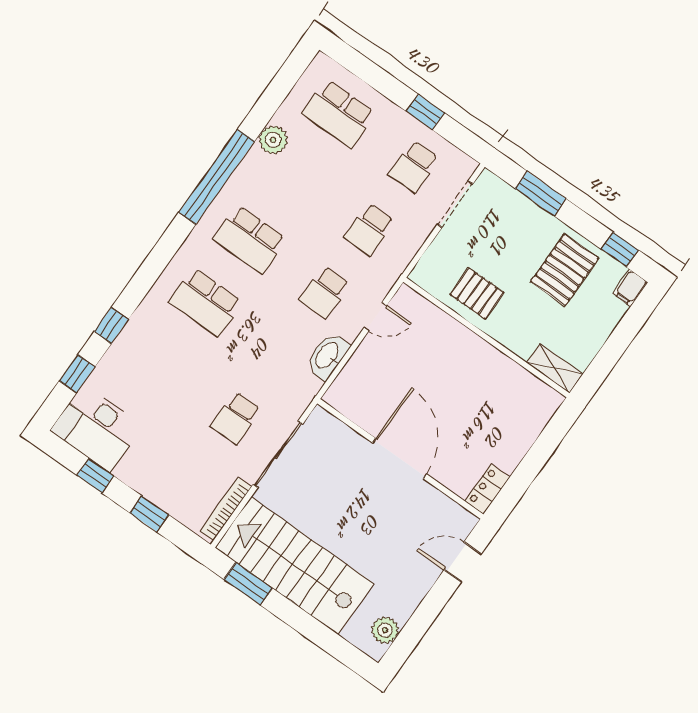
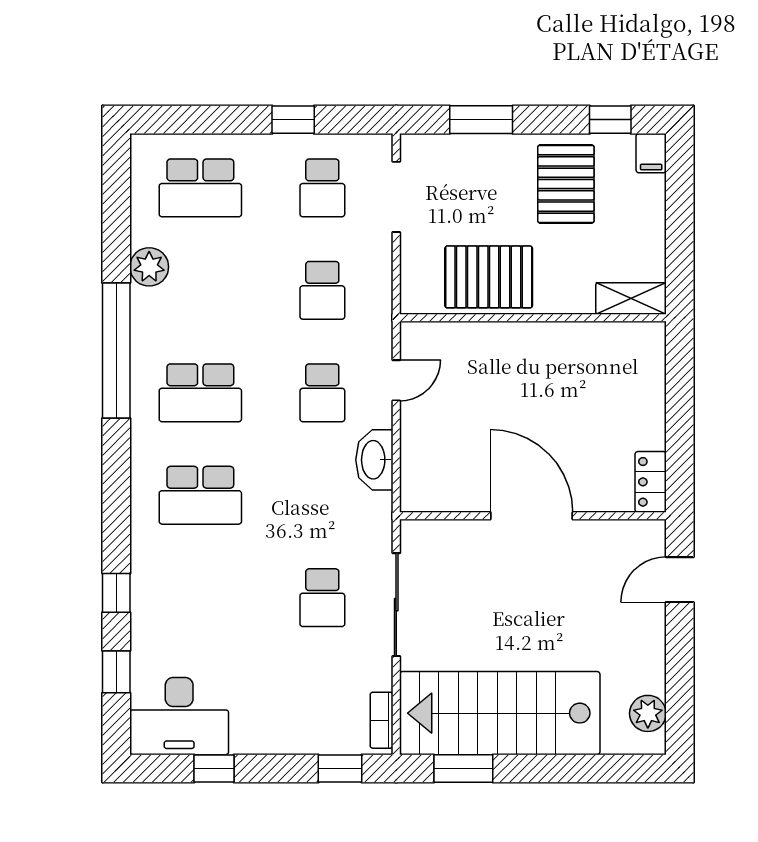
pallet: (477, 293) -> (489, 277), width x1.50, depth x1.42
bookcase: (226, 509) -> (382, 720), width x0.64
window: (149, 514) -> (340, 768), moved

